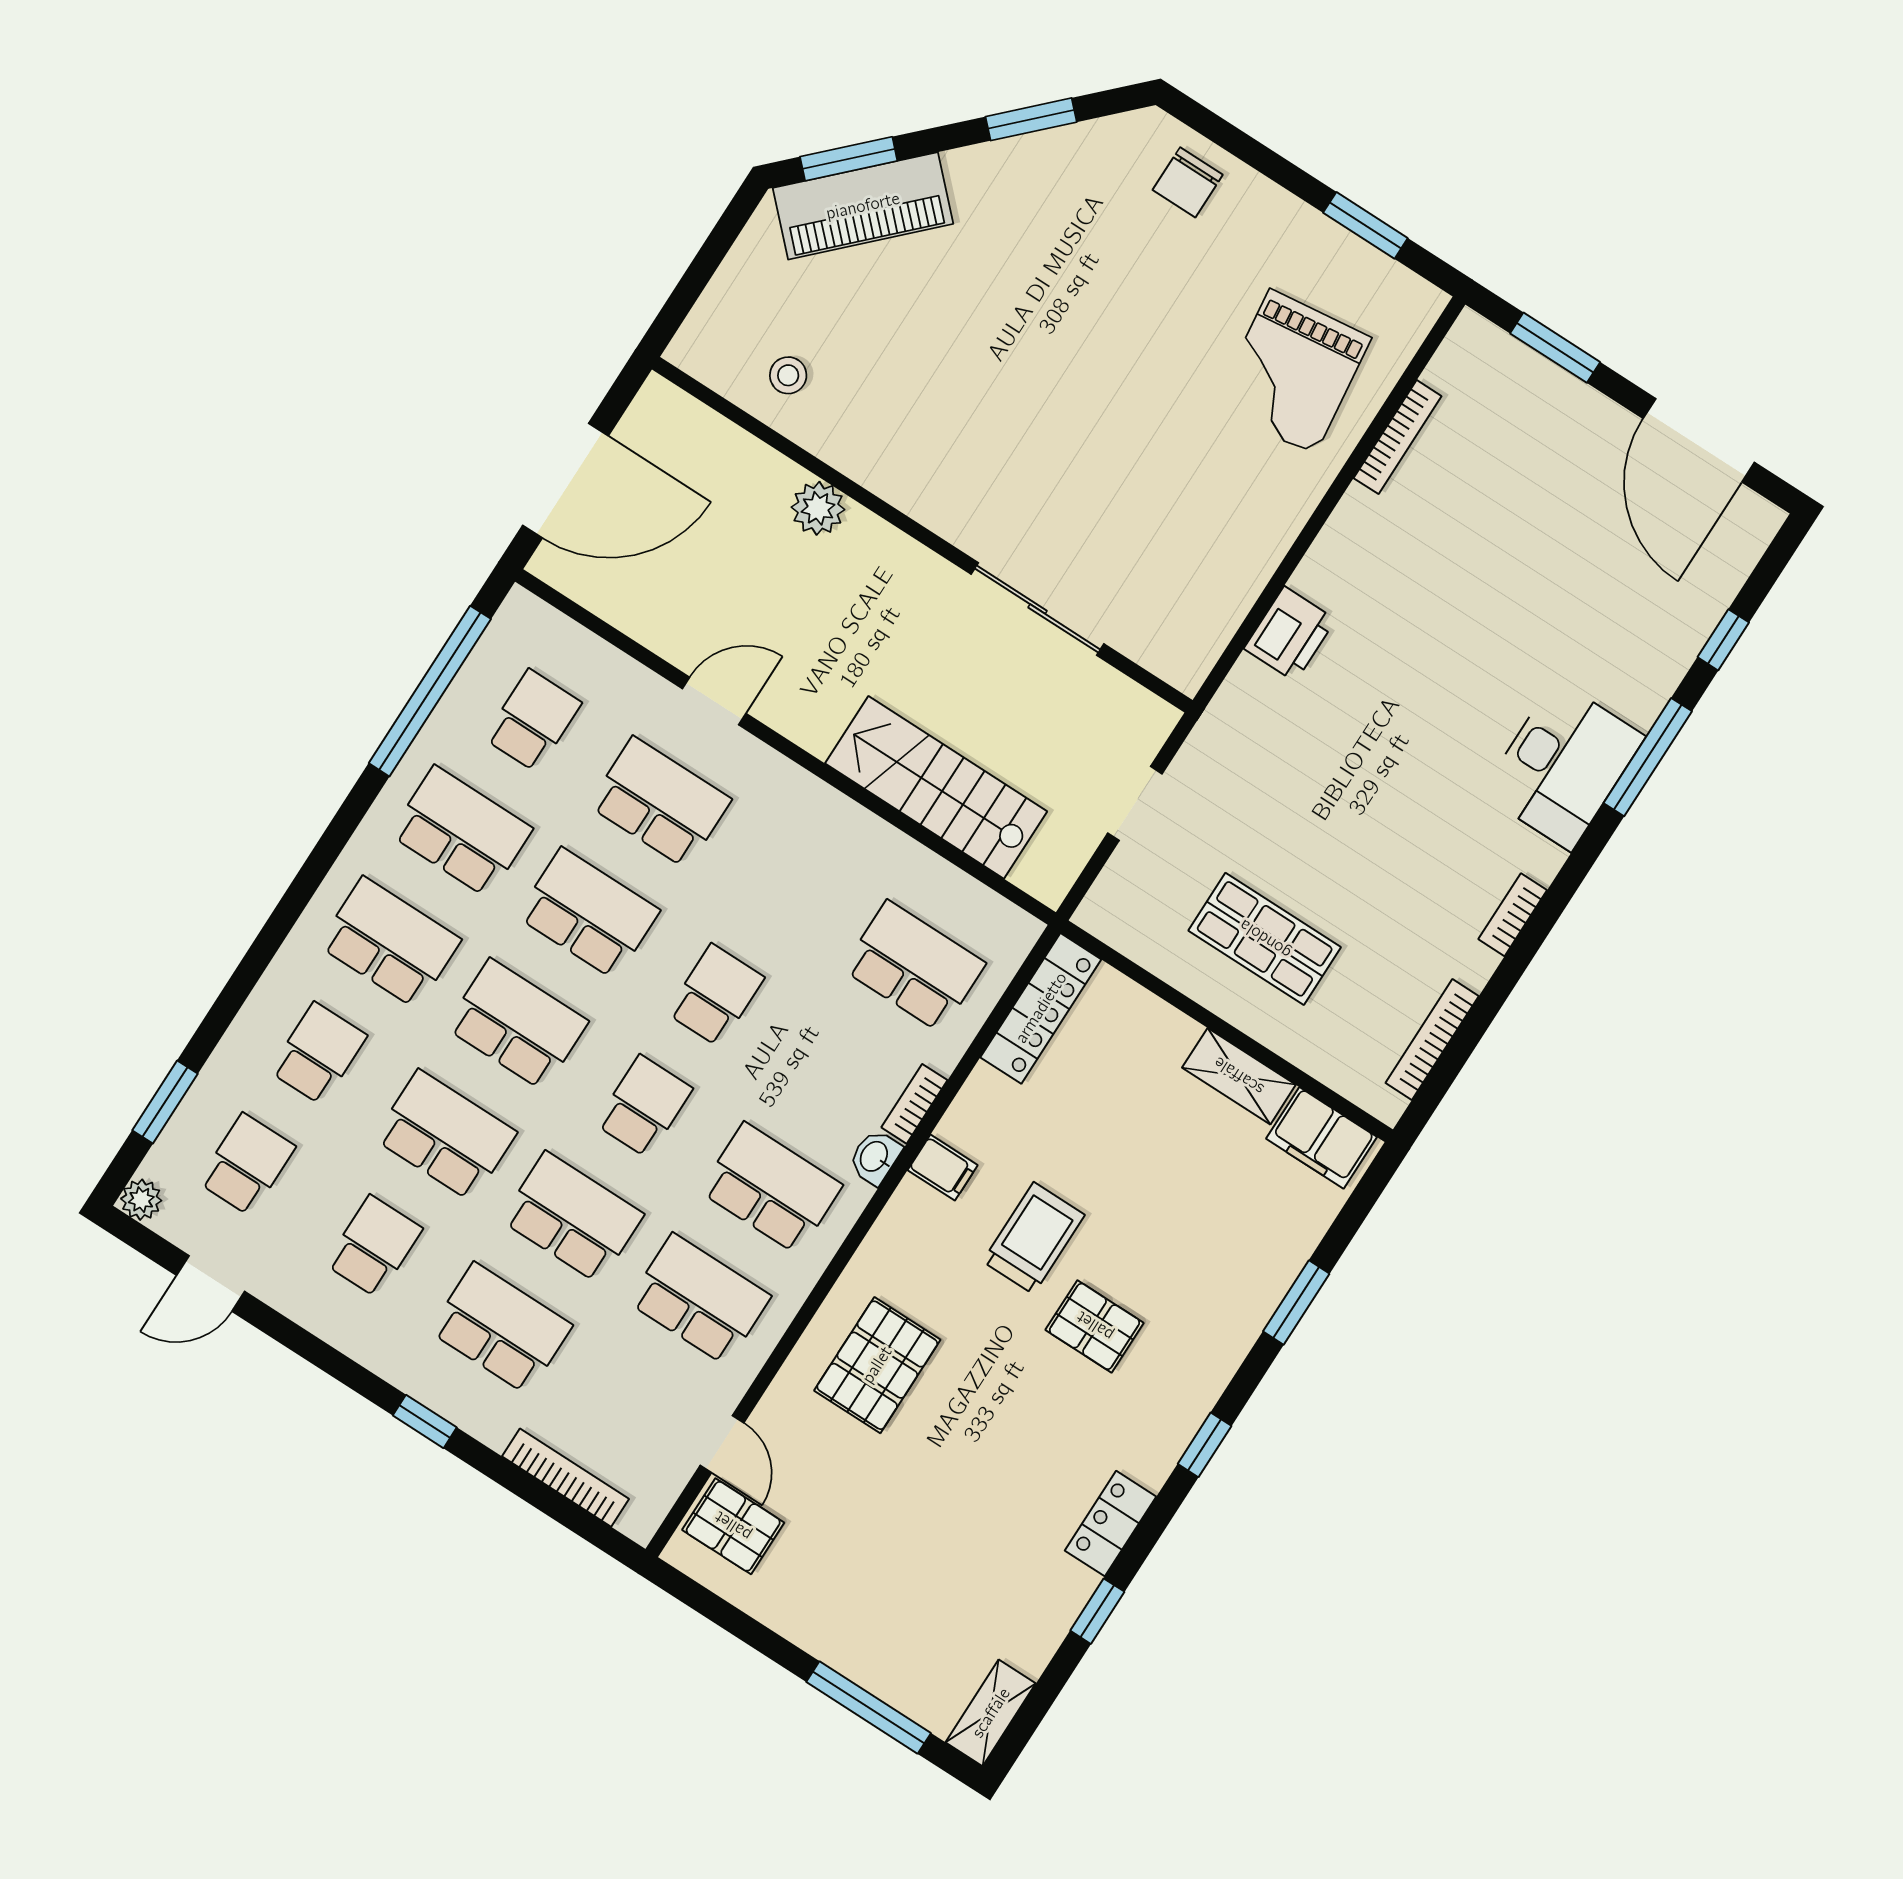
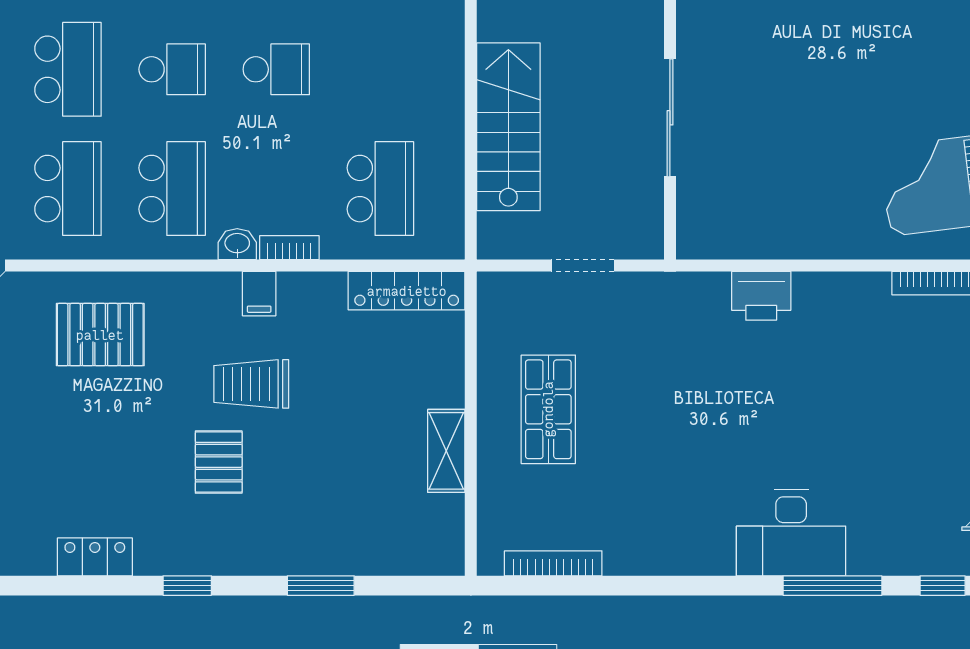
bookcase: (1513, 915) -> (670, 563), removed
filing cabinet: (1321, 1138) -> (441, 532), removed
trolley: (1034, 1238) -> (251, 384), turned 180
window: (1097, 1611) -> (31, 586), removed

